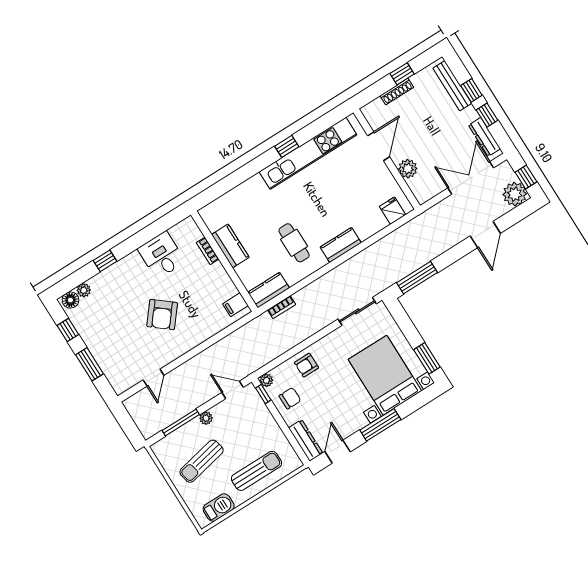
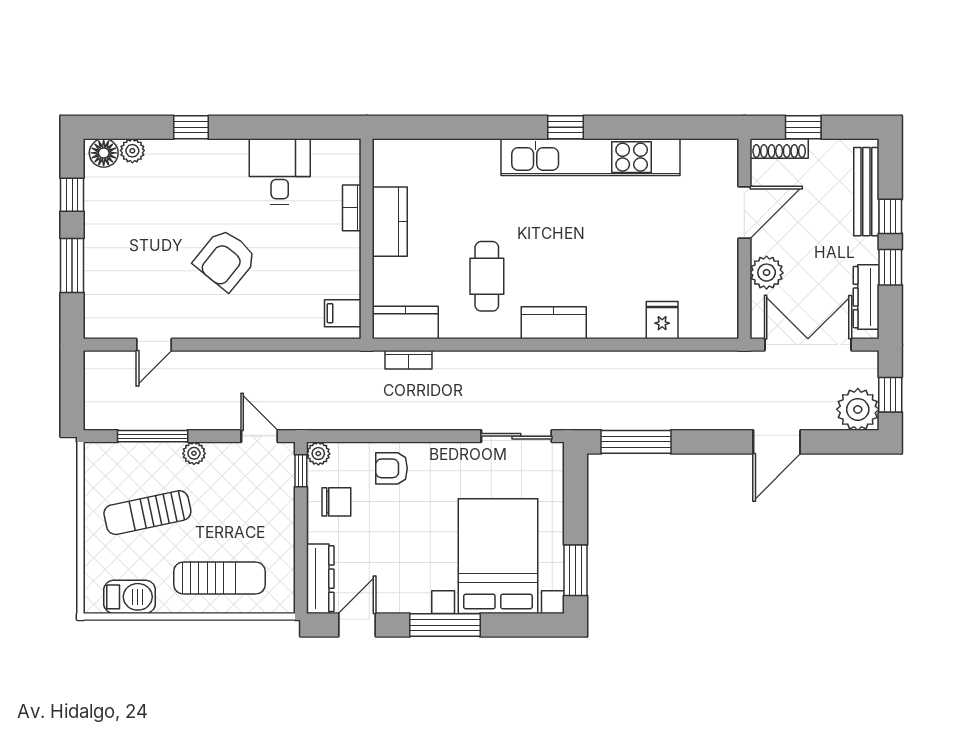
door: (379, 146) -> (744, 212), moved
wall: (387, 159) -> (744, 239), moved
plant: (408, 169) -> (767, 273), moved

